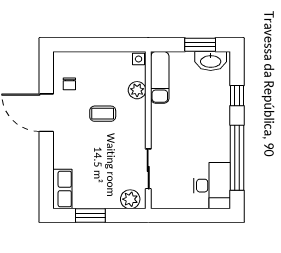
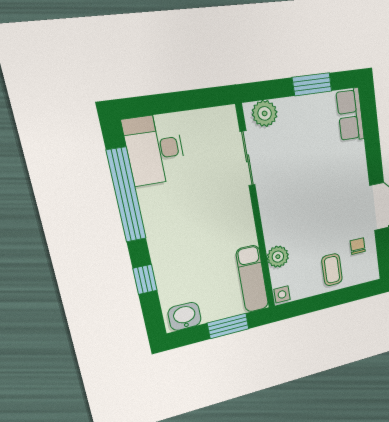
window: (200, 45) -> (228, 326), moved
washbasin: (211, 61) -> (185, 316), width x0.72
coffee table: (103, 114) -> (332, 270), moved, turned 90

